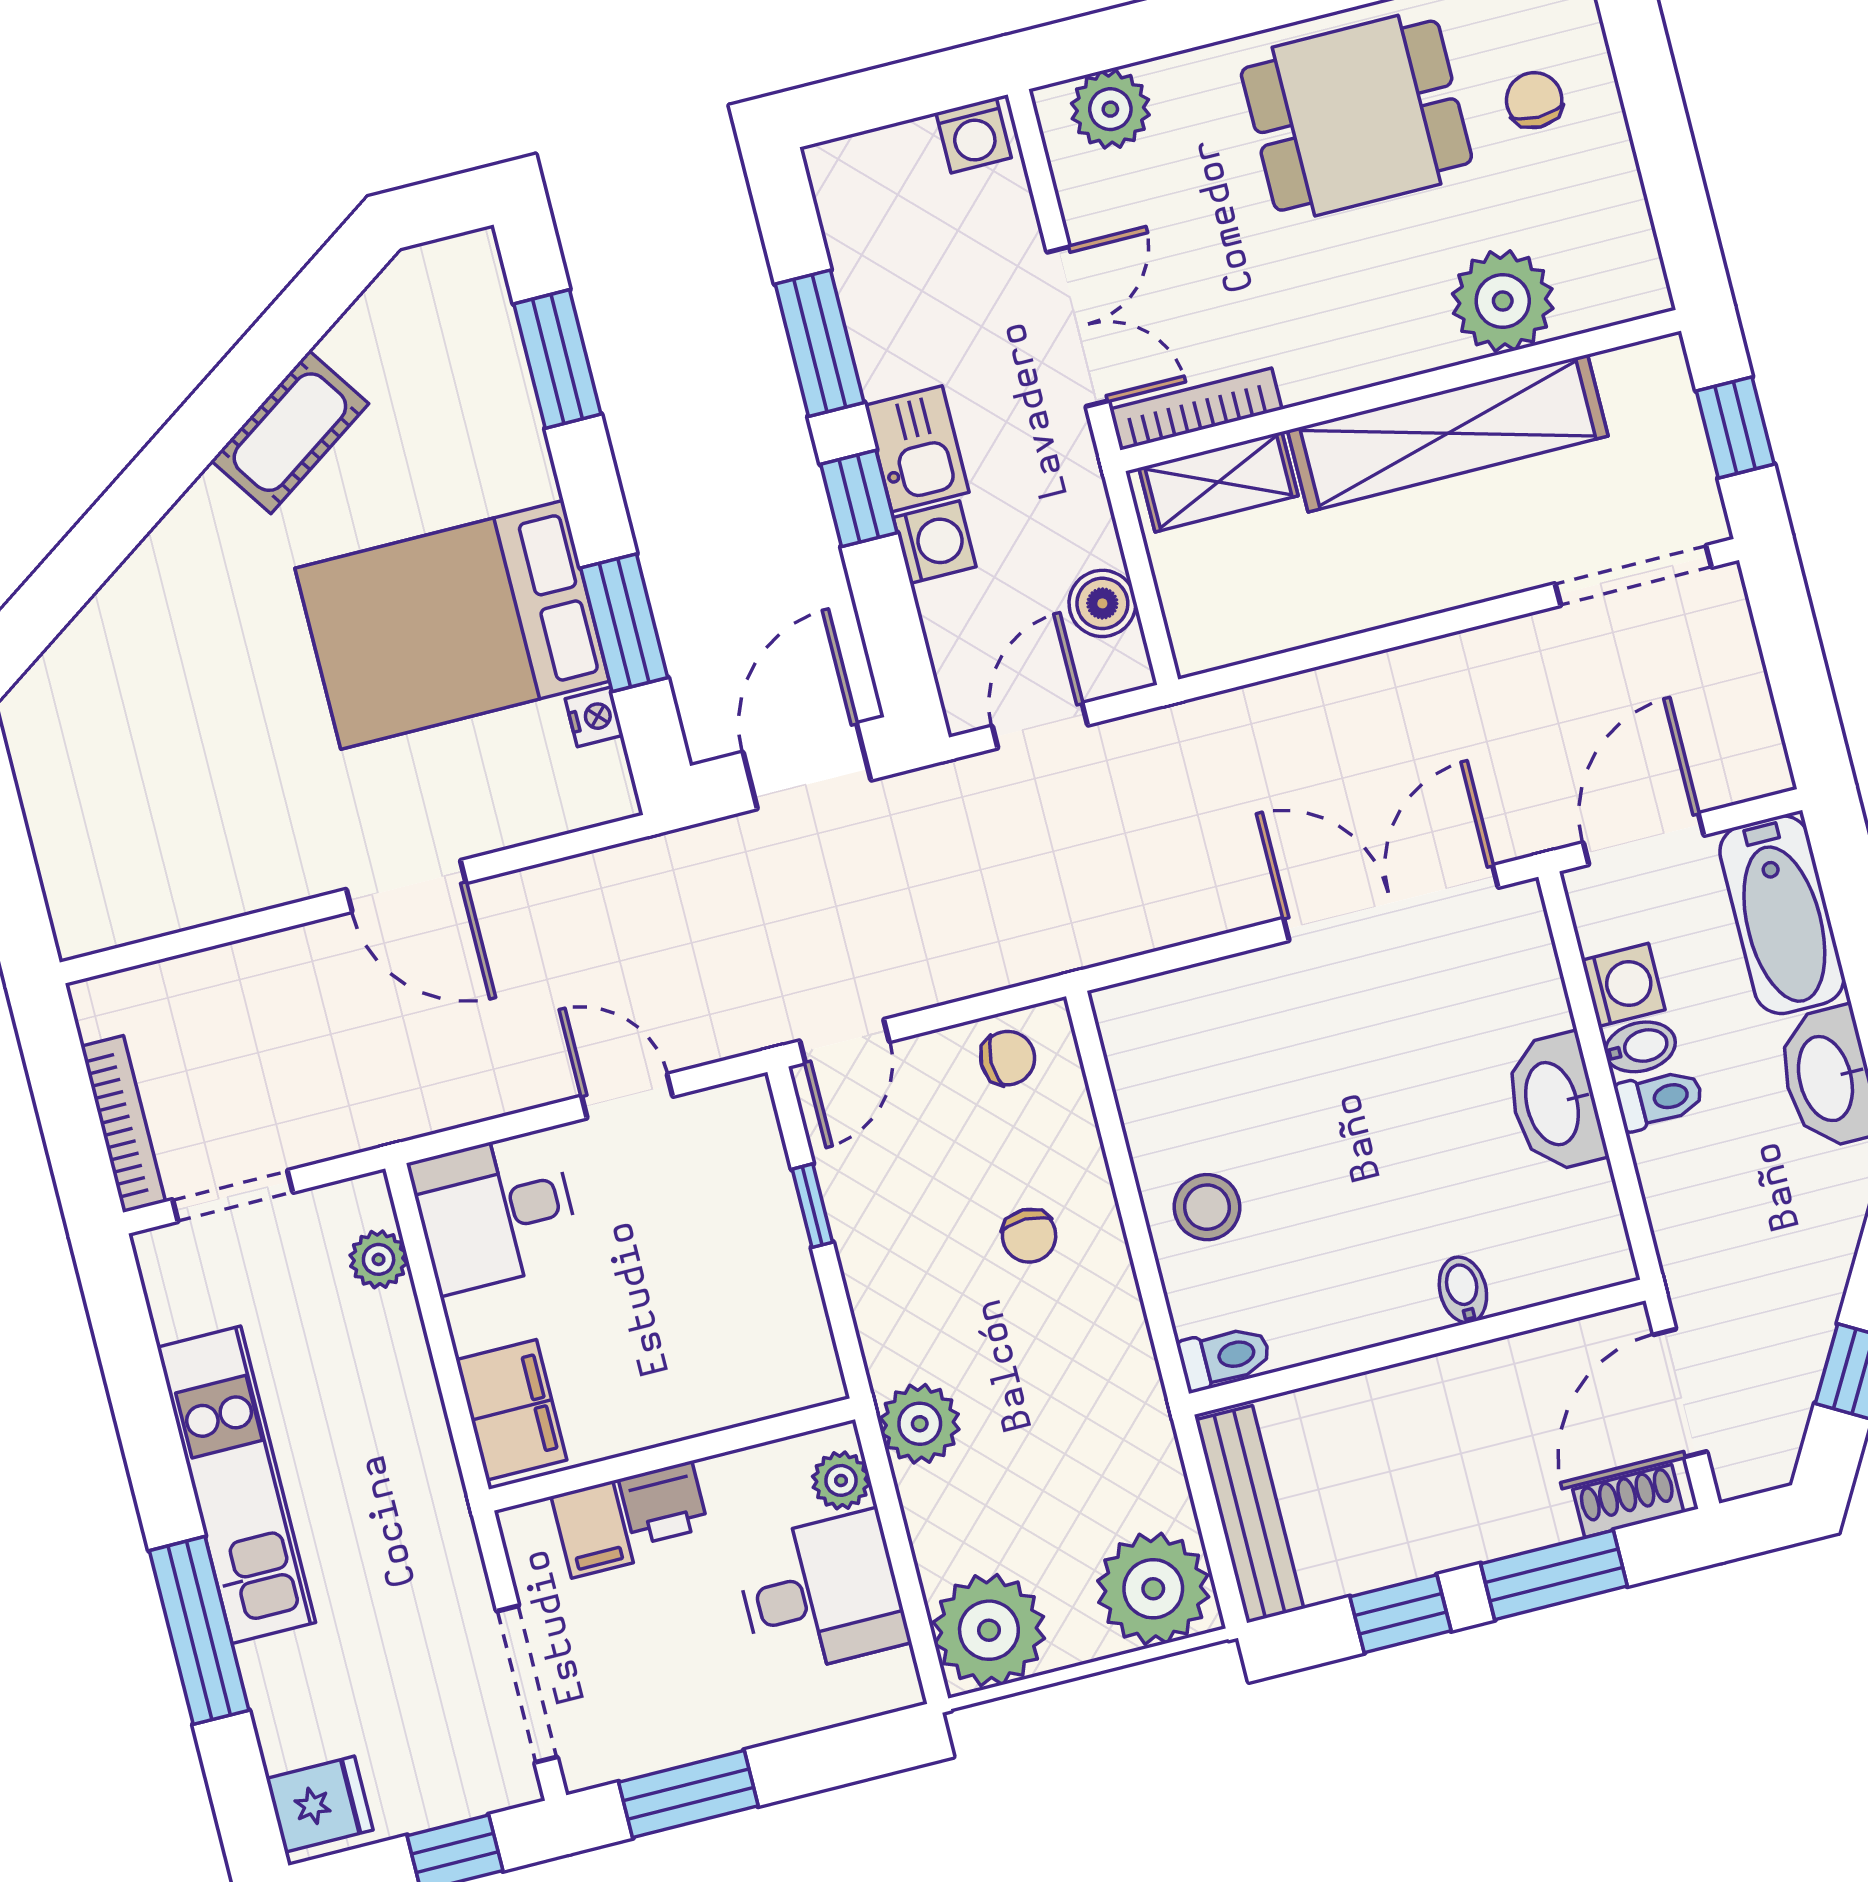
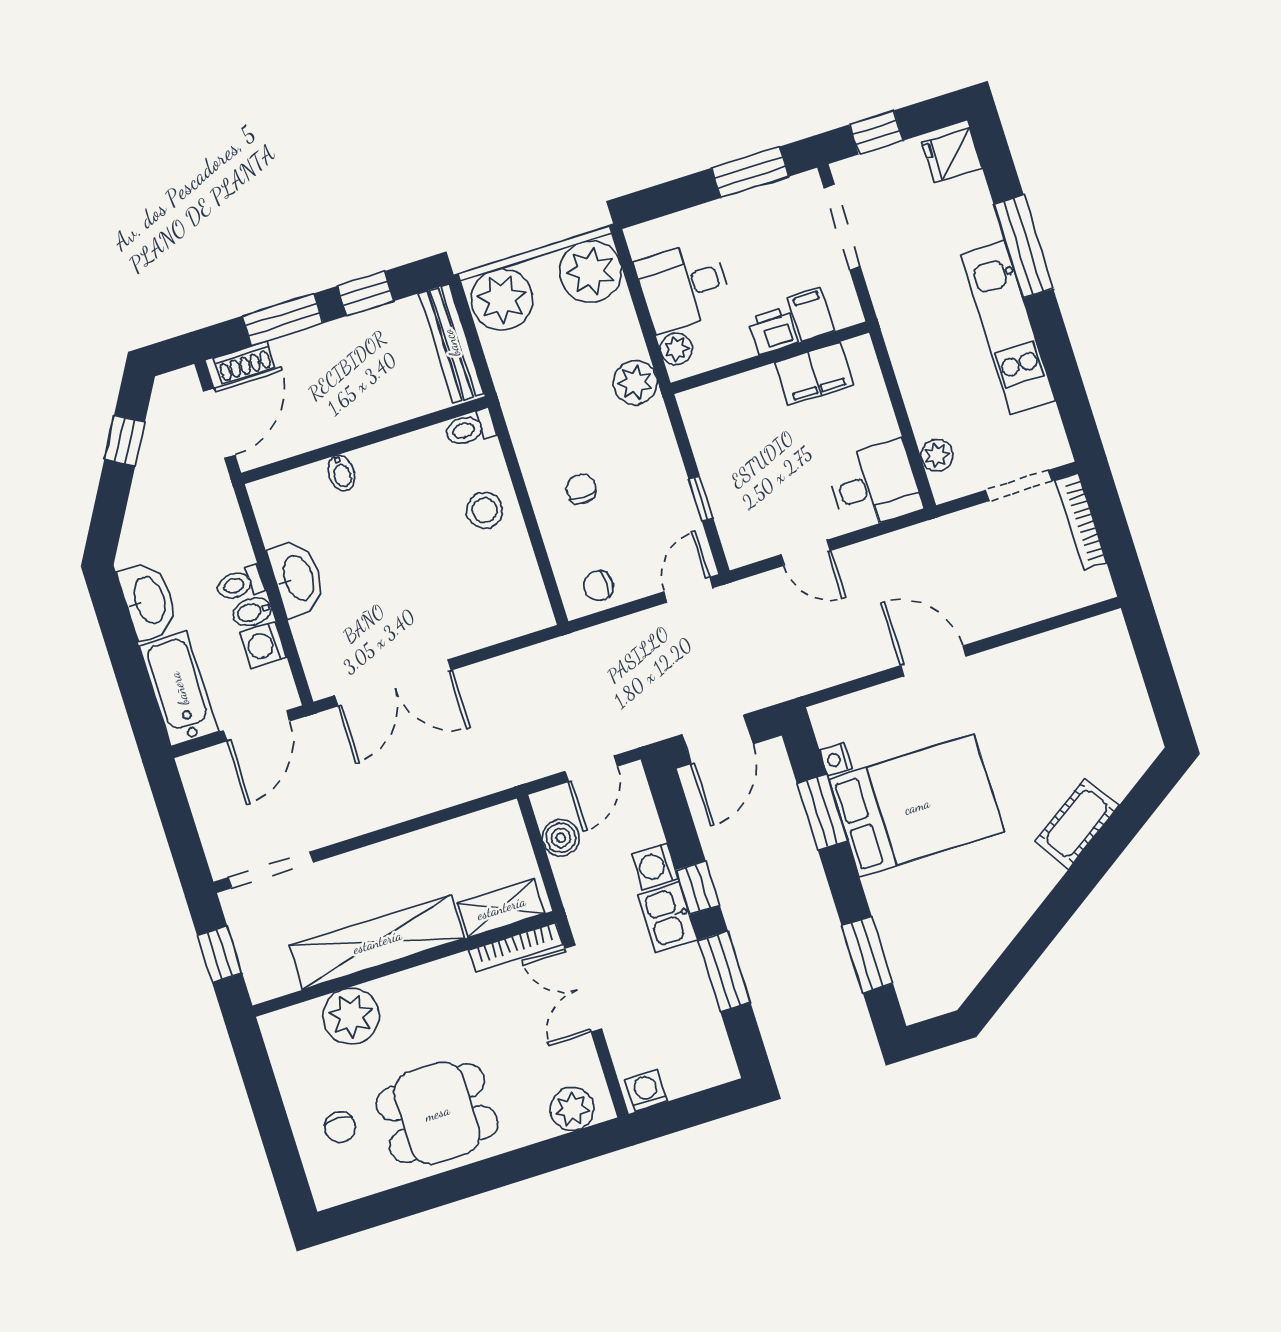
cot: (290, 432) -> (1077, 823), moved
filing cabinet: (511, 1410) -> (814, 374), moved, turned -90

